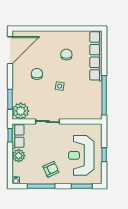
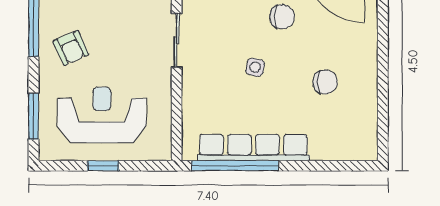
row of seats: (96, 56) -> (253, 148), moved

